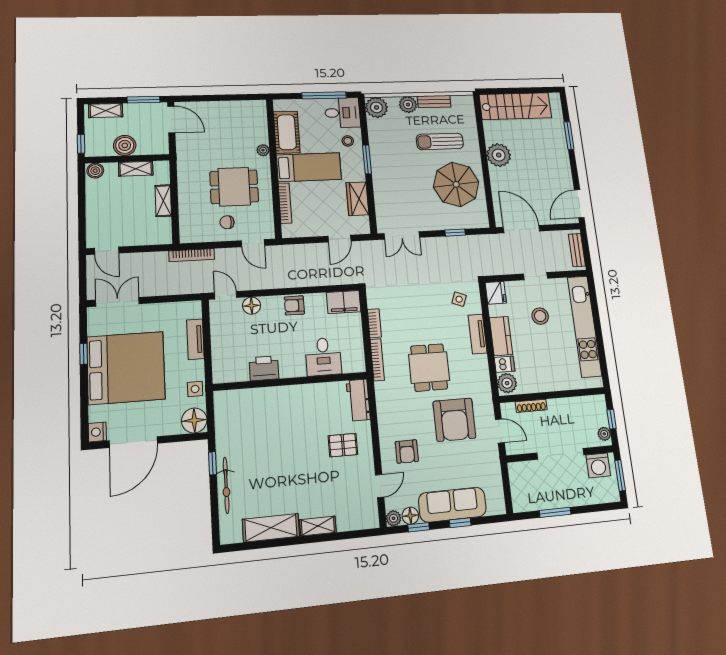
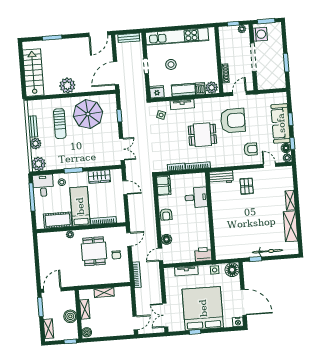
door: (579, 204) -> (98, 34), hinge flipped
printer: (264, 368) -> (203, 254), moved, turned 90

